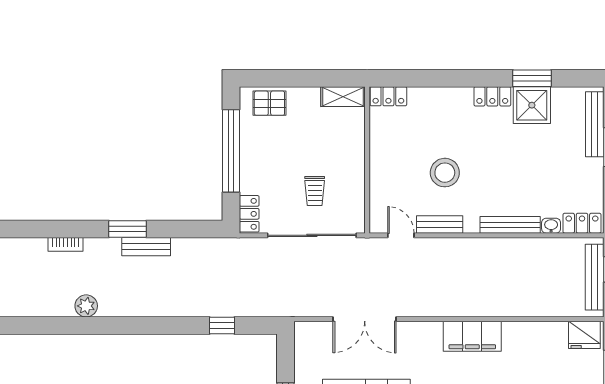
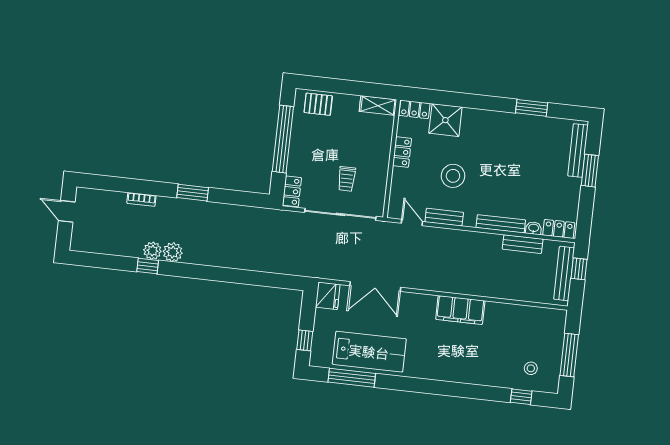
locker: (492, 96) -> (402, 152), moved, turned -90
shower: (532, 105) -> (445, 120), moved
bench: (146, 247) -> (523, 244), moved
plant: (111, 305) -> (173, 252), added
window: (222, 325) -> (148, 266), moved
fridge: (584, 335) -> (328, 296), moved, turned -90

